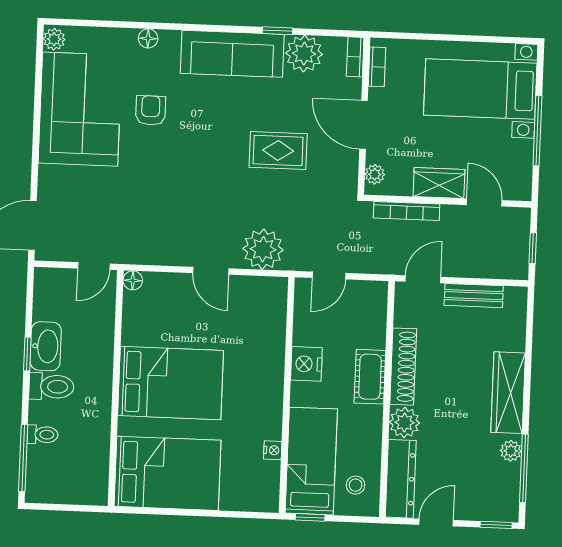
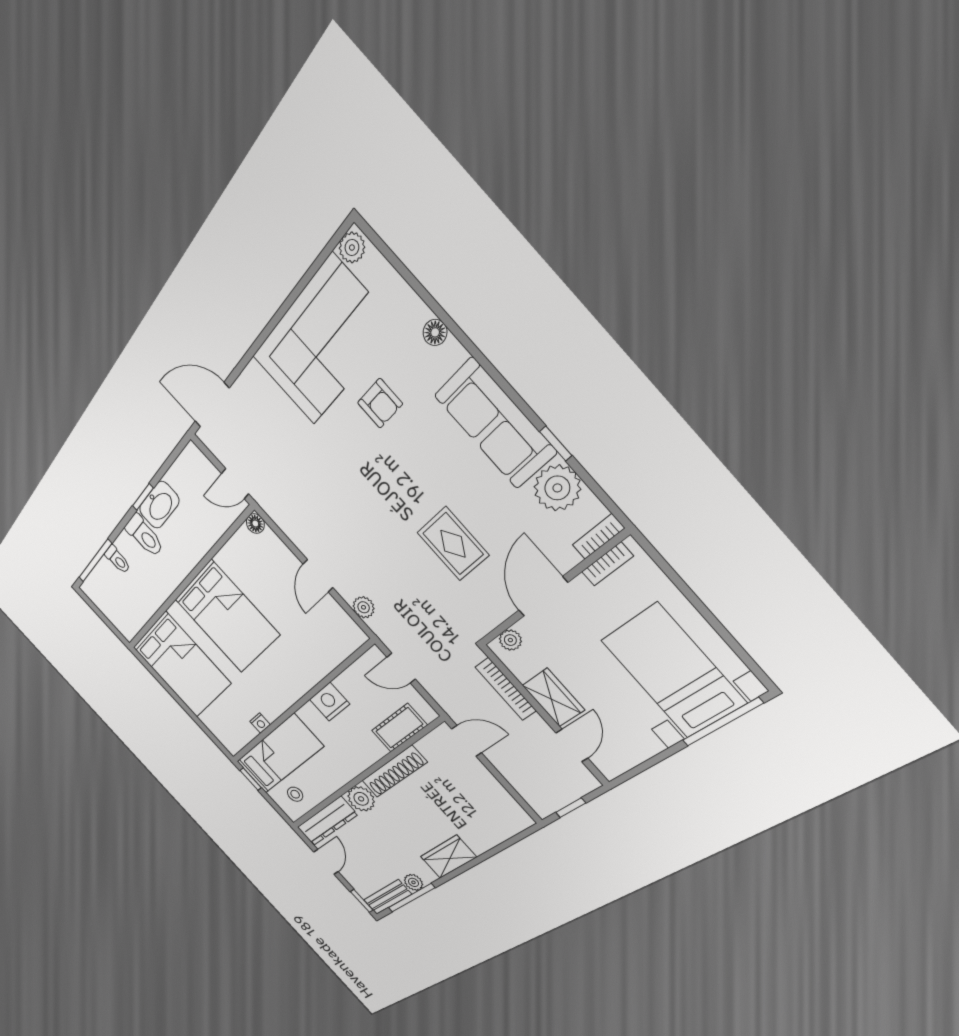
armchair: (151, 110) -> (380, 403), turned 90
window: (537, 131) -> (722, 722), moved
plant: (263, 249) -> (364, 607), width x0.53, depth x0.53
bench: (474, 296) -> (387, 897), moved, turned 90
cot: (370, 377) -> (399, 728), moved
wardrobe: (508, 393) -> (448, 857), width x0.67
door: (436, 522) -> (326, 862), hinge flipped

